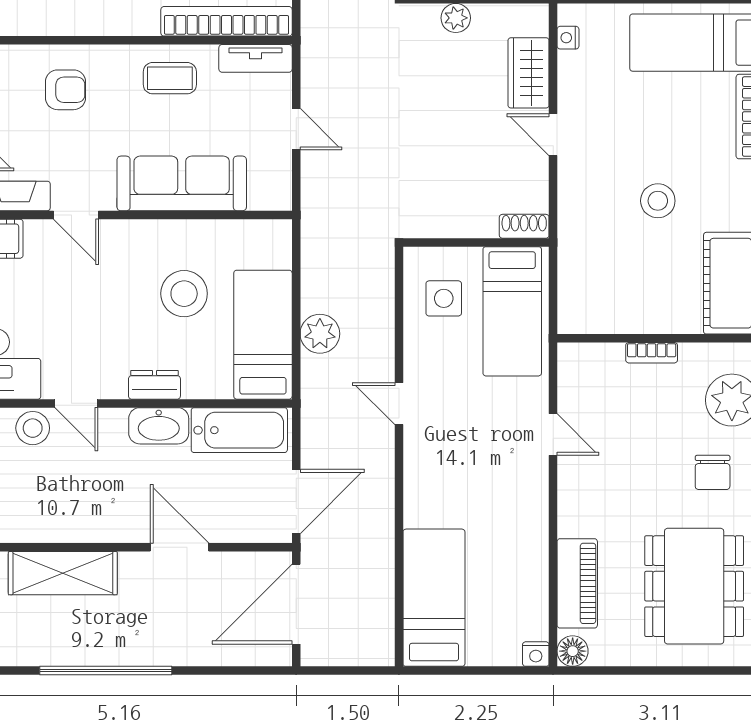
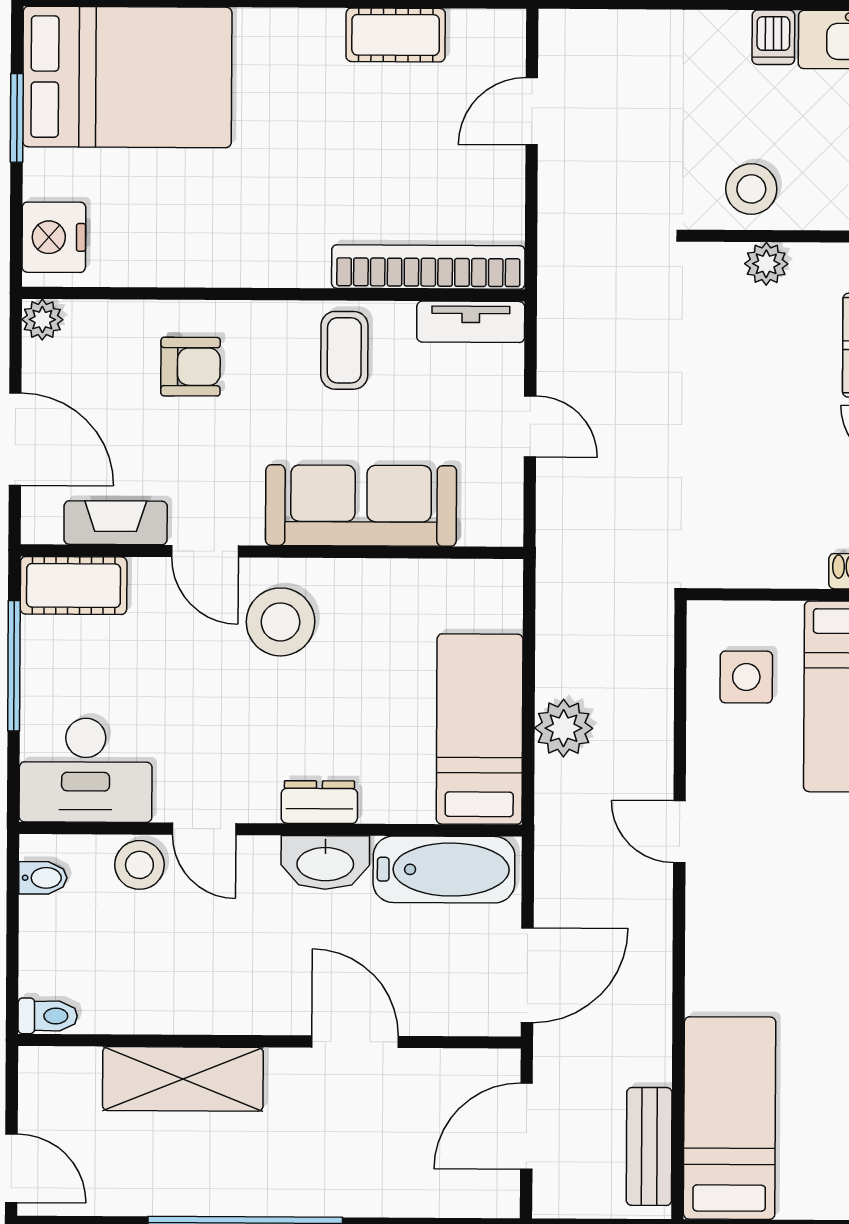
coffee table: (170, 78) -> (344, 350), turned 90
stool: (184, 294) -> (281, 622), moved
door: (296, 604) -> (526, 1126), width x0.73
bench: (379, 617) -> (649, 1146), added

